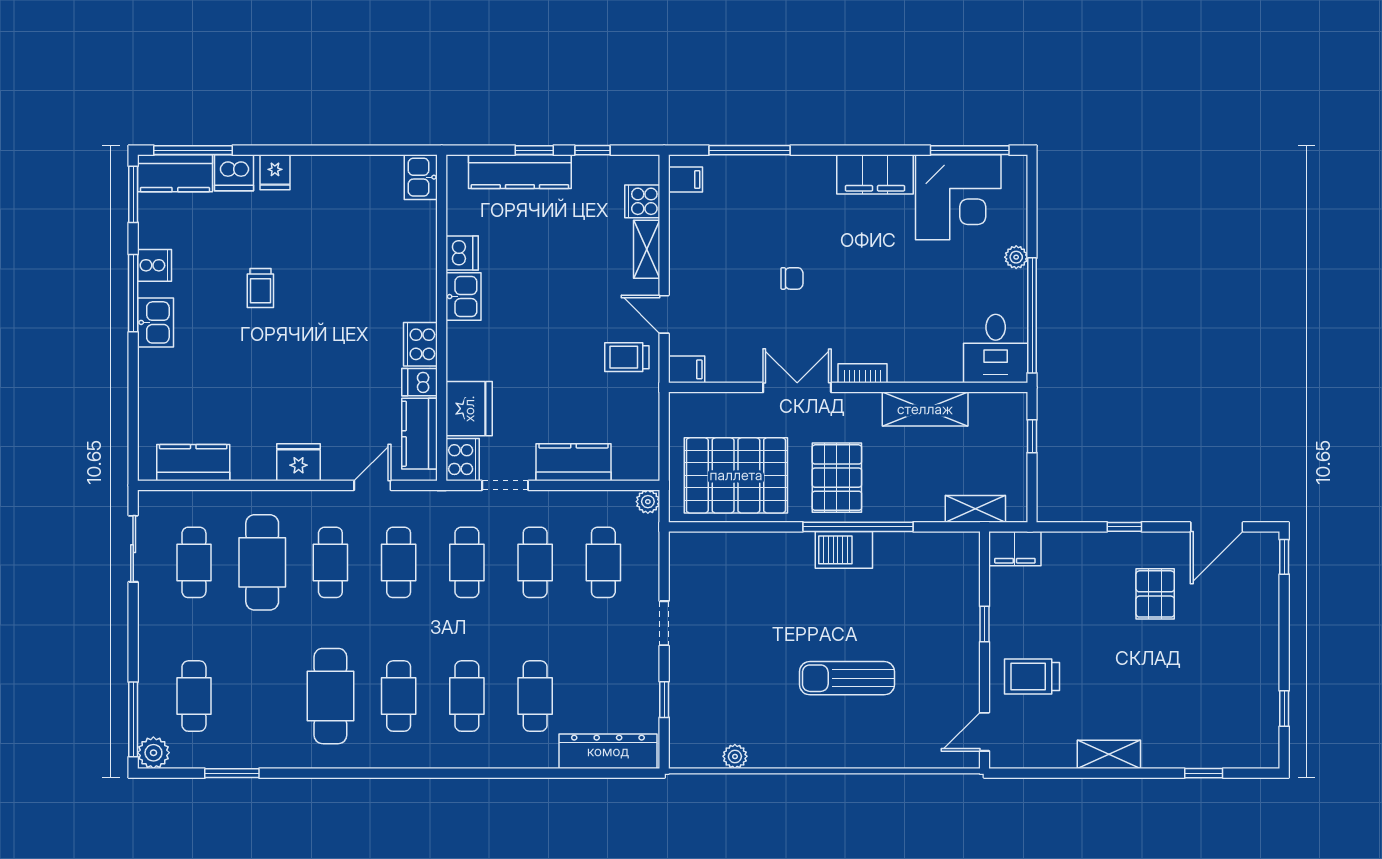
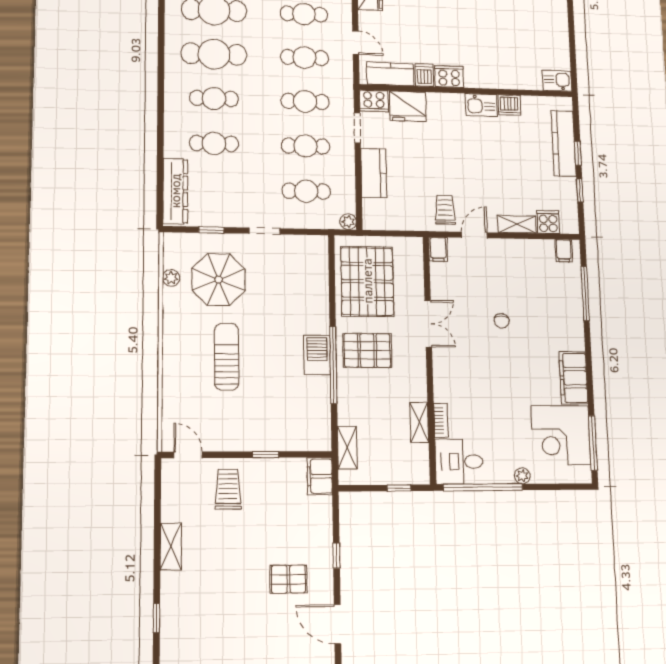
bookcase: (863, 373) -> (441, 420), moved
shelving: (925, 409) -> (419, 422), width x0.67, depth x0.75
parasol: (736, 689) -> (219, 280), added
cafe table: (399, 696) -> (214, 54), width x1.37, depth x1.35

